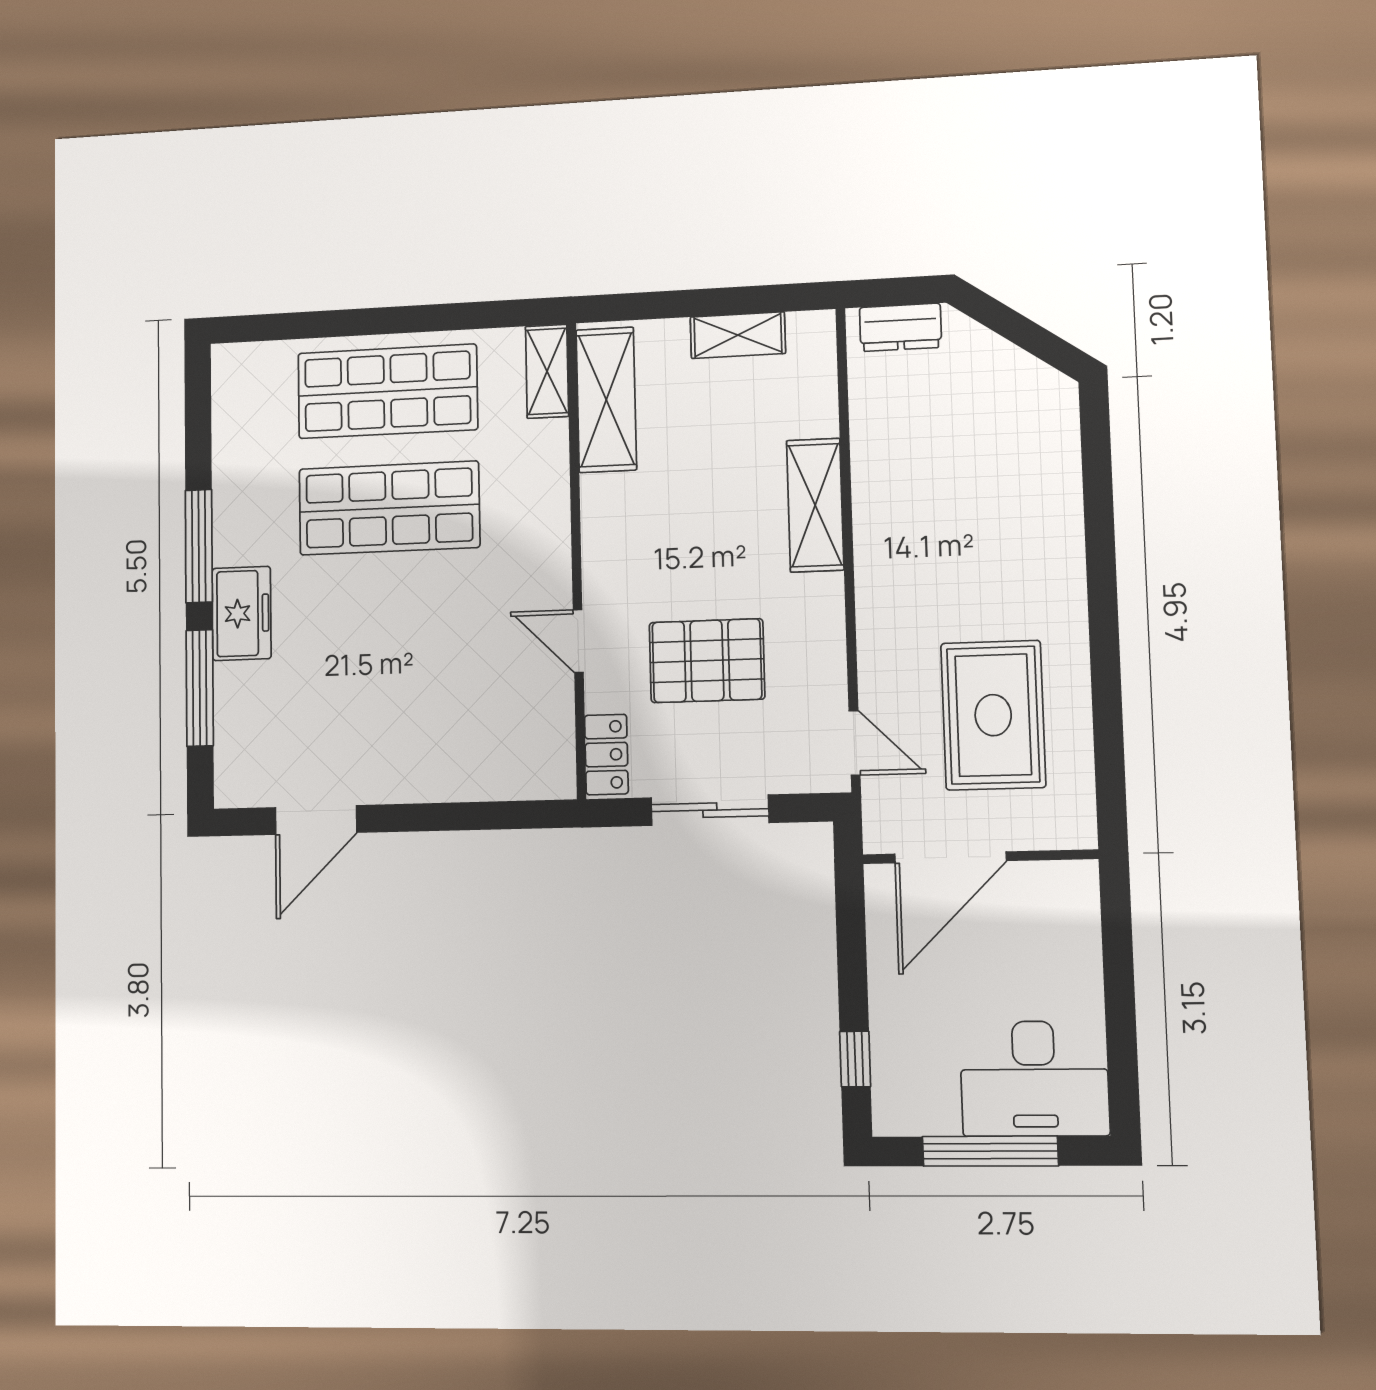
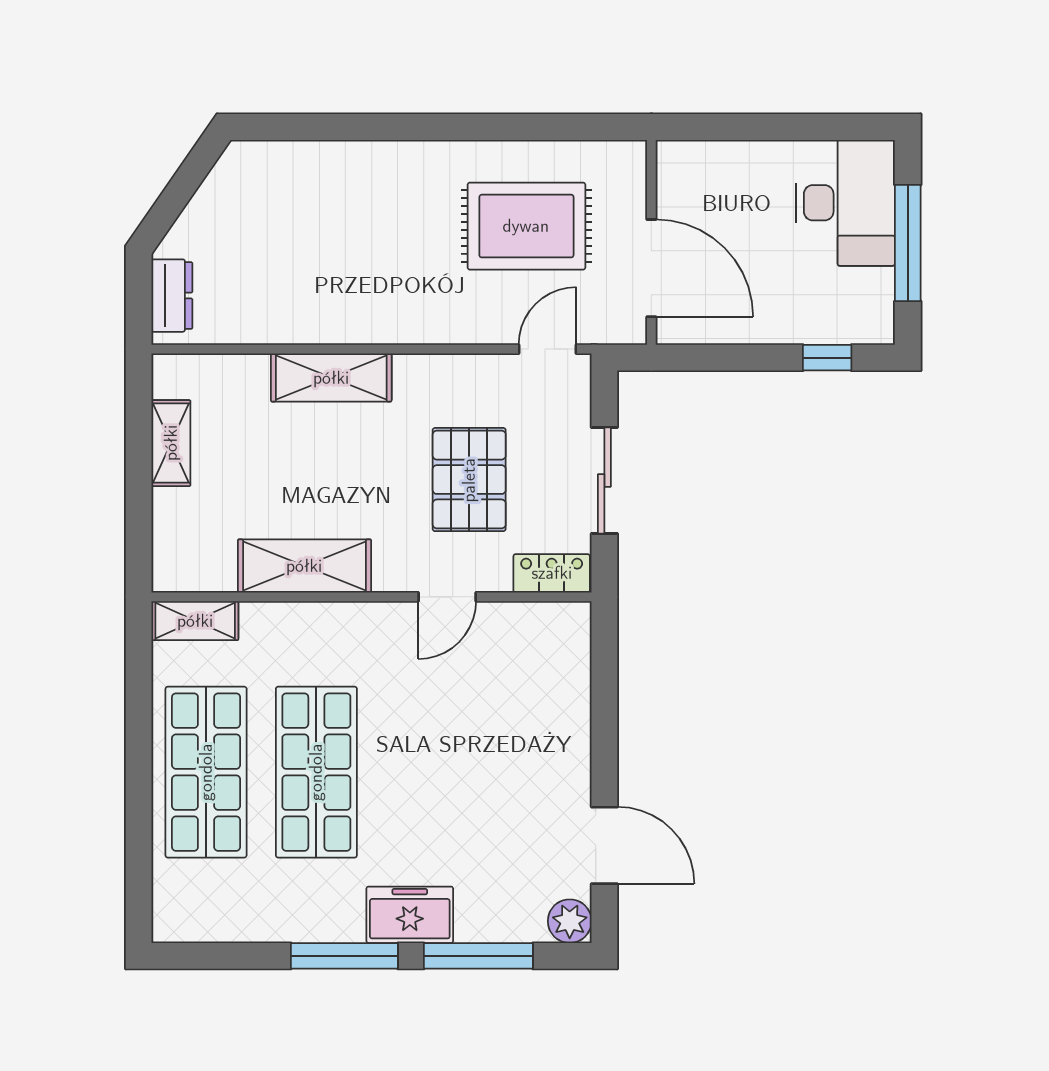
shelving: (606, 400) -> (304, 566), moved
plant: (236, 785) -> (570, 921), added

